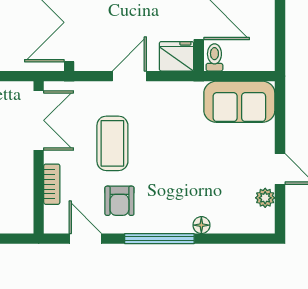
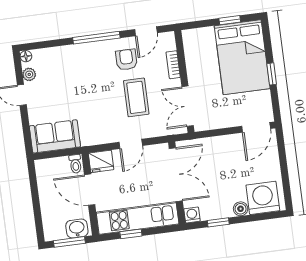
floor lamp: (201, 225) -> (26, 56), moved
door: (85, 239) -> (146, 31), hinge flipped

